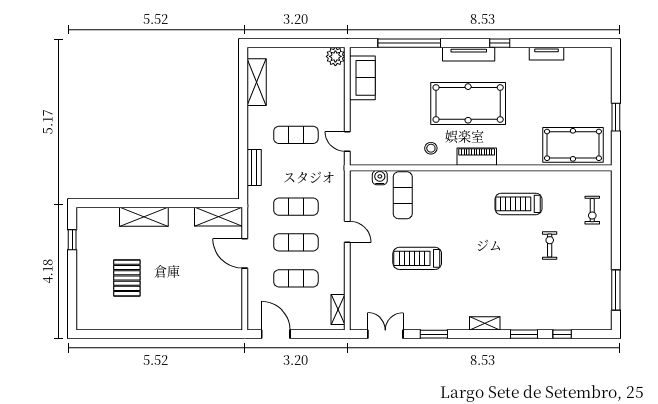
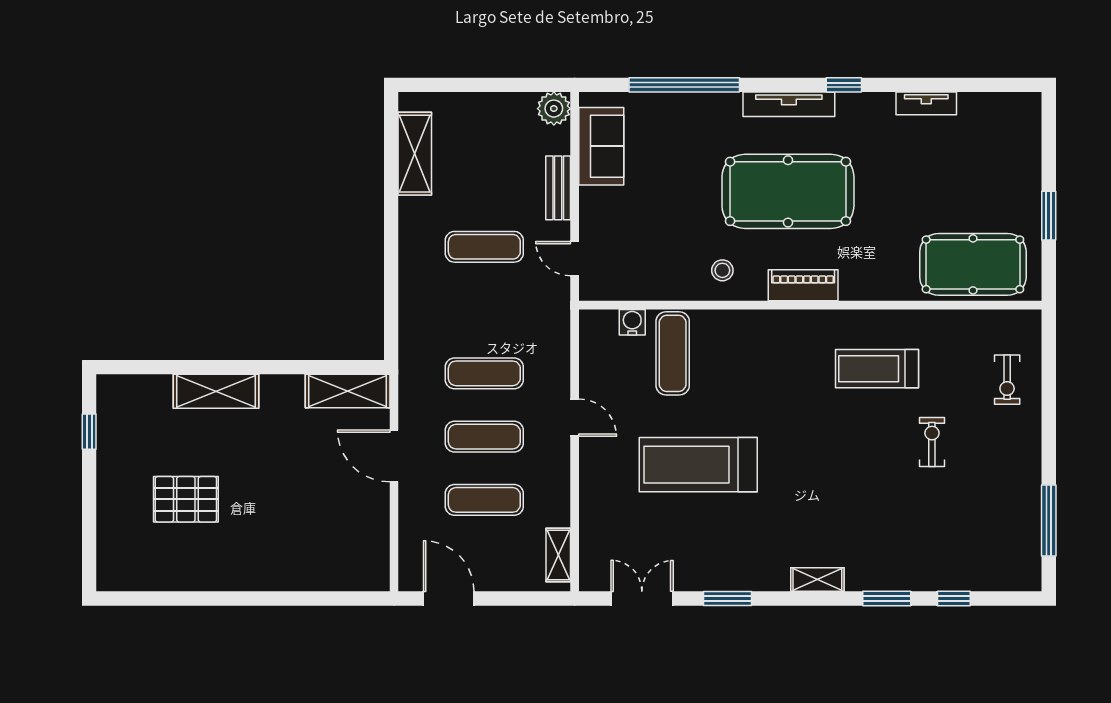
bench: (254, 168) -> (558, 188), moved
treadmill: (417, 258) -> (698, 465), width x1.37, depth x1.38
pallet: (127, 278) -> (186, 499), turned 90

